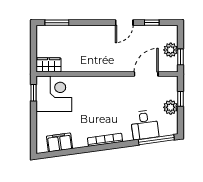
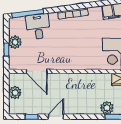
plant: (66, 33) -> (107, 108), added
window: (180, 57) -> (6, 87), removed
door: (146, 74) -> (37, 71), hinge flipped

